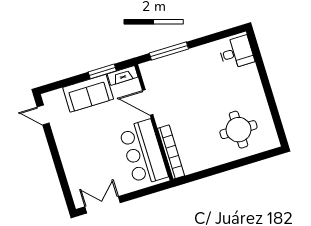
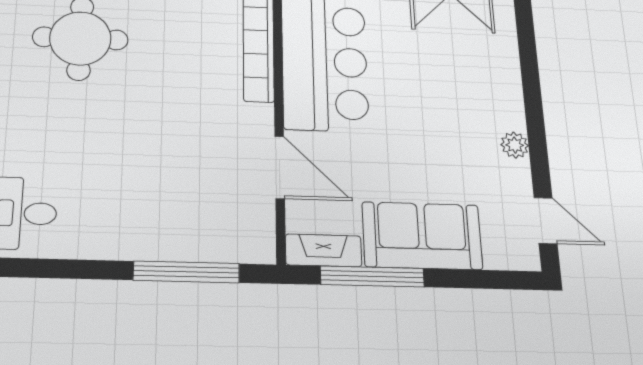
window: (102, 71) -> (372, 277), width x1.44
plant: (61, 142) -> (515, 145), added

